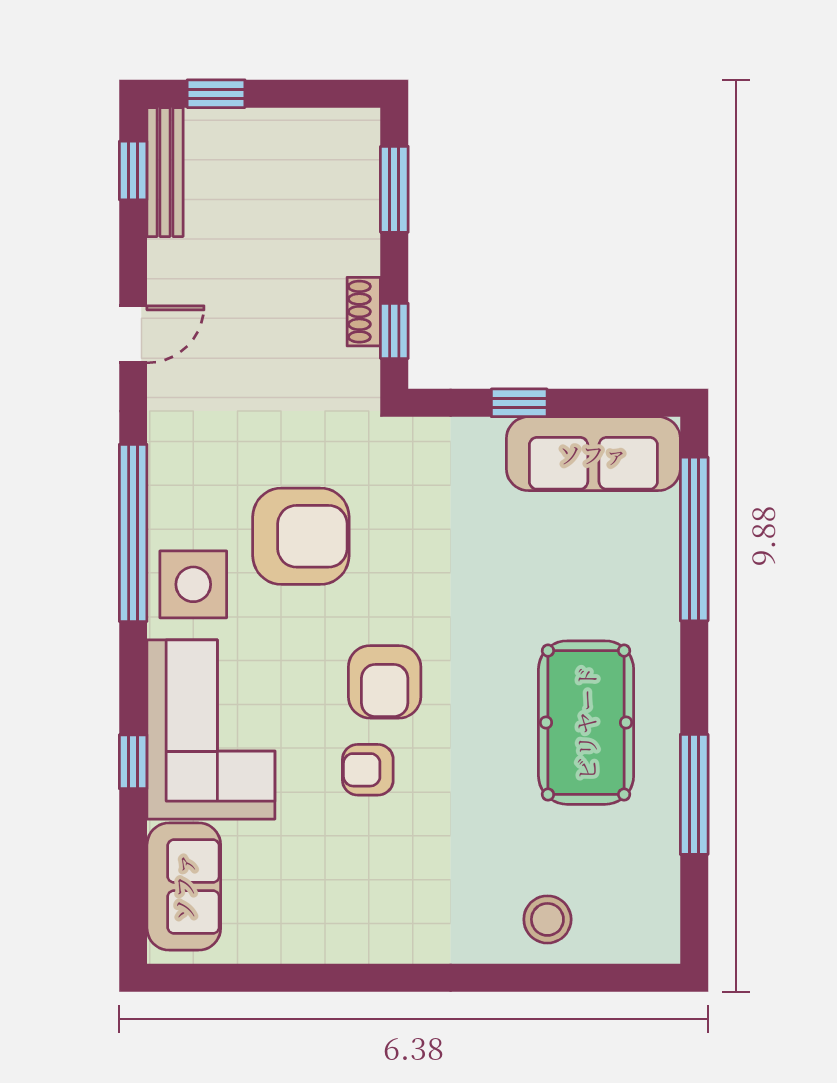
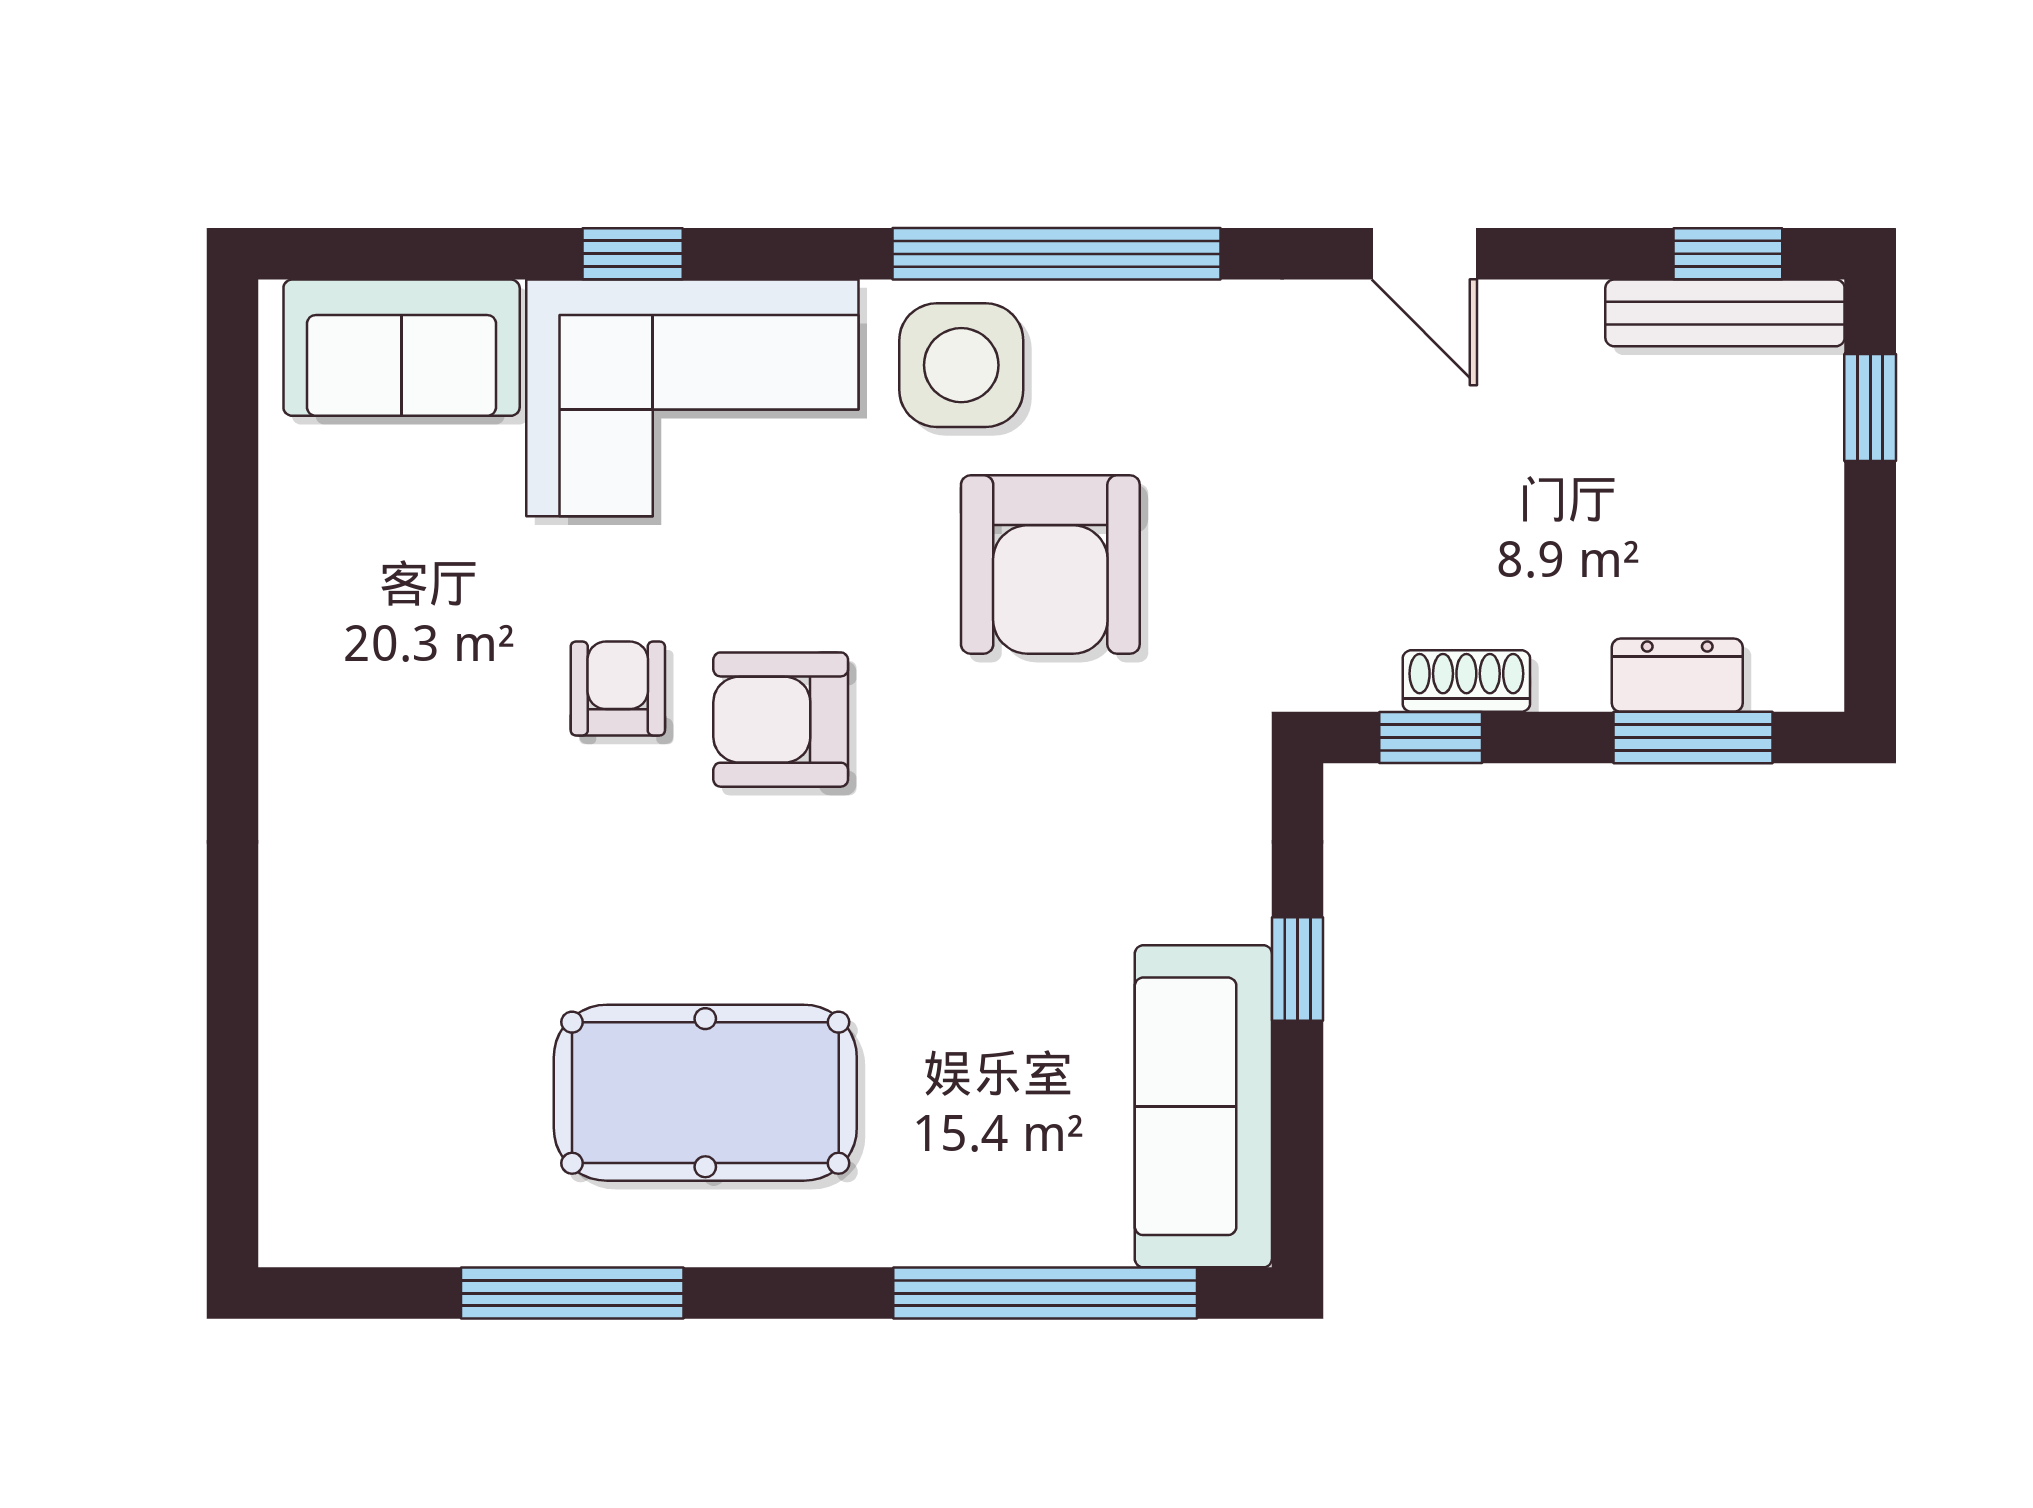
dresser: (361, 198) -> (1677, 675), added
stool: (547, 919) -> (341, 1021), removed

